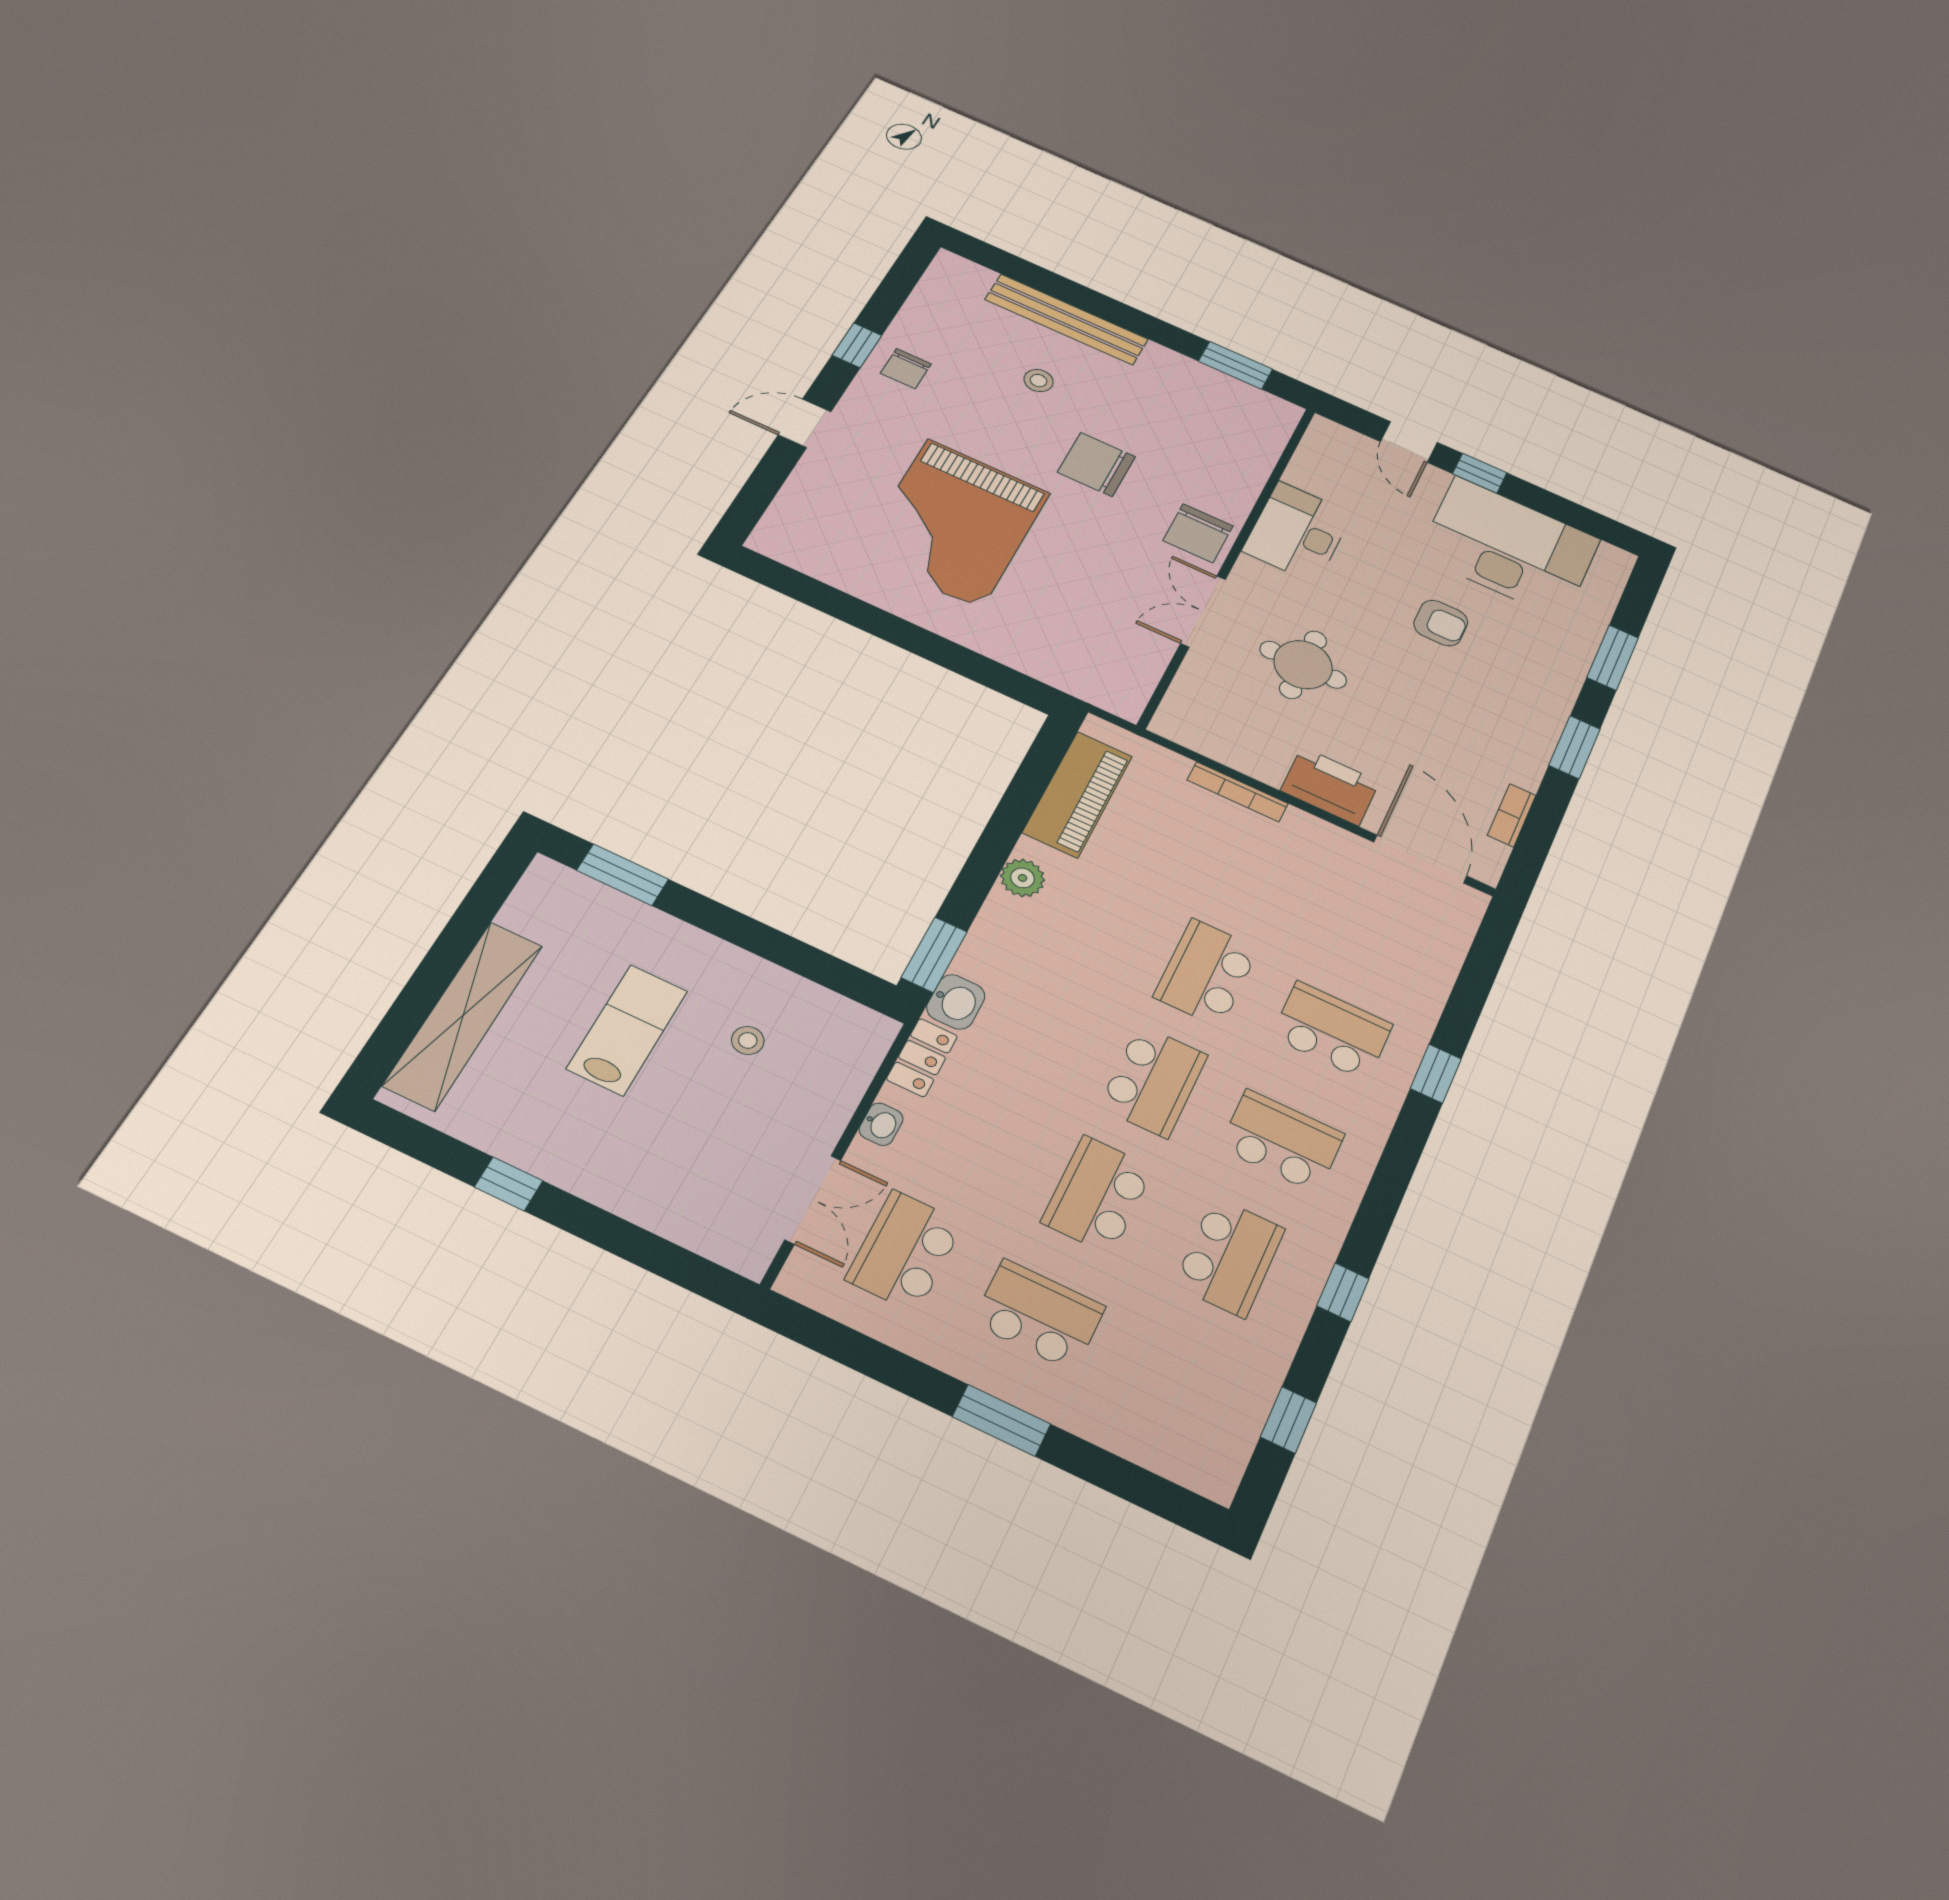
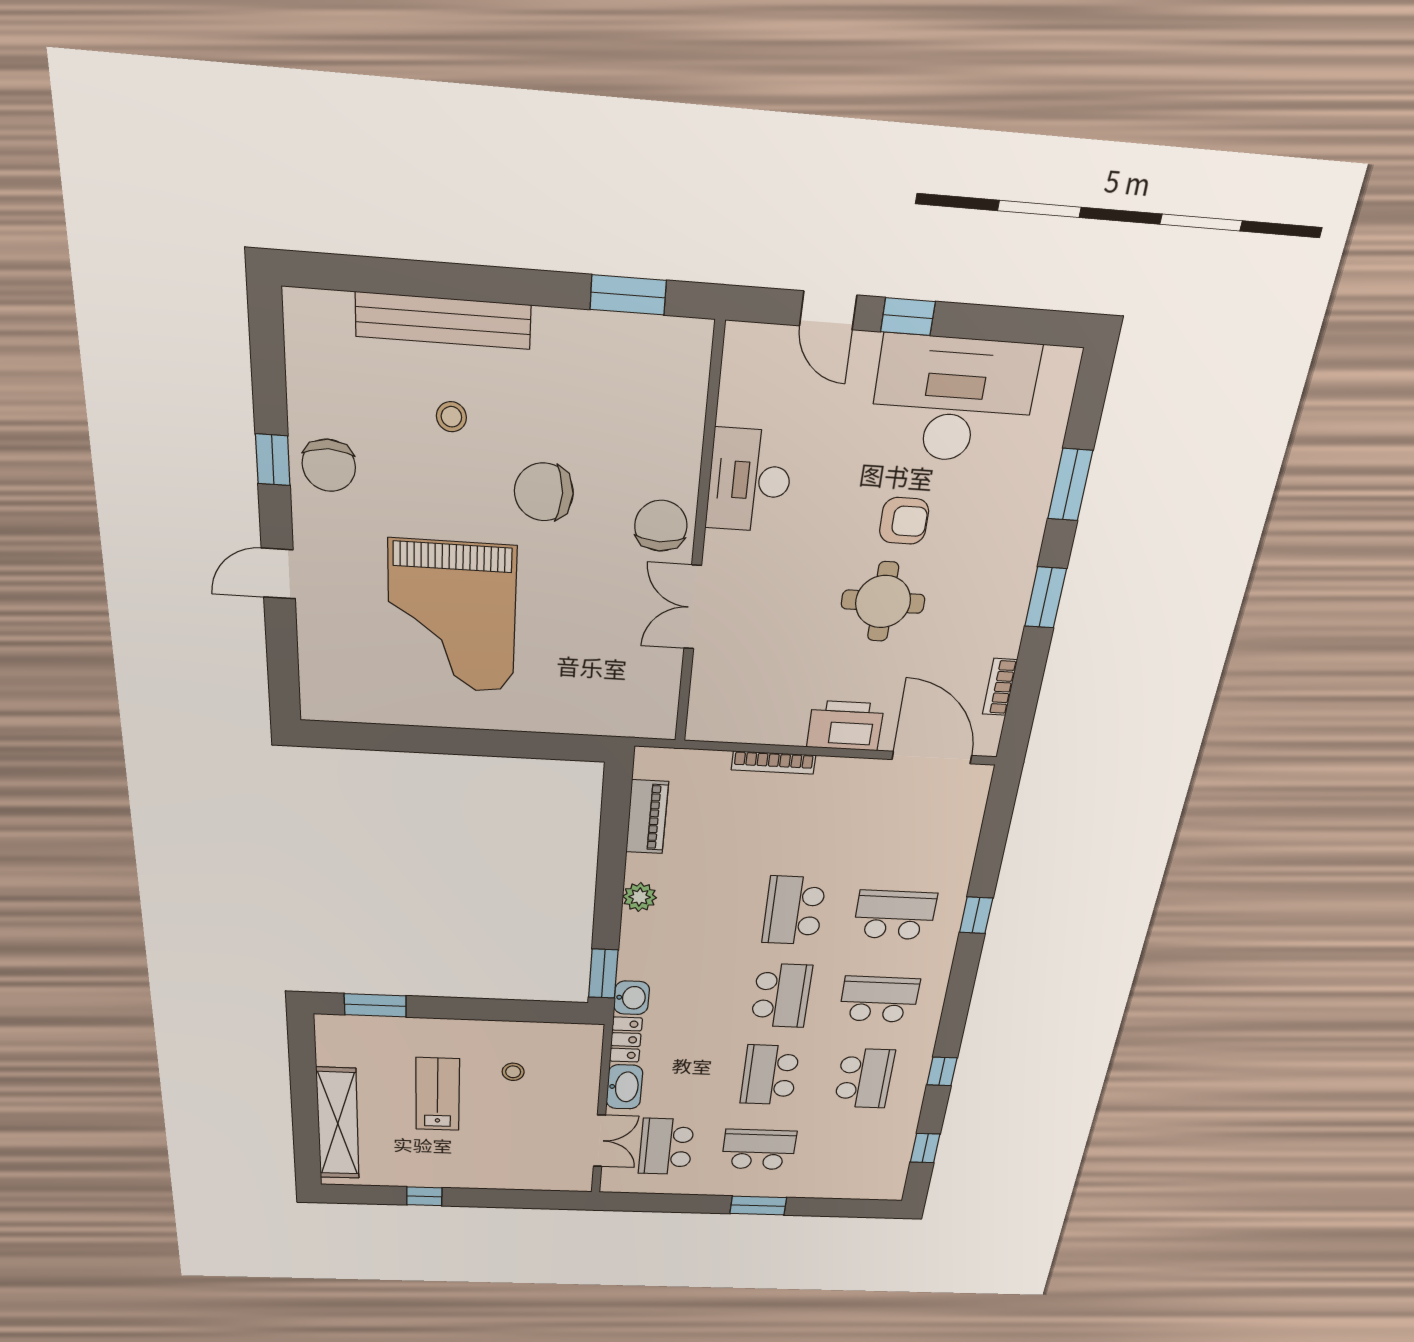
chair: (906, 369) -> (329, 465), width x1.37, depth x1.37
chair: (1198, 533) -> (661, 526), turned 180
round table: (1303, 665) -> (883, 602), moved
piano: (1078, 794) -> (647, 817), width x0.73, depth x0.75
washbasin: (881, 1124) -> (624, 1087), width x1.91, depth x1.45

